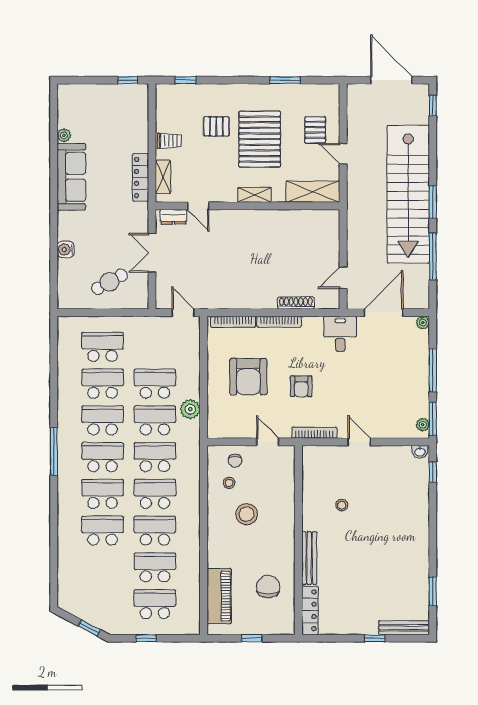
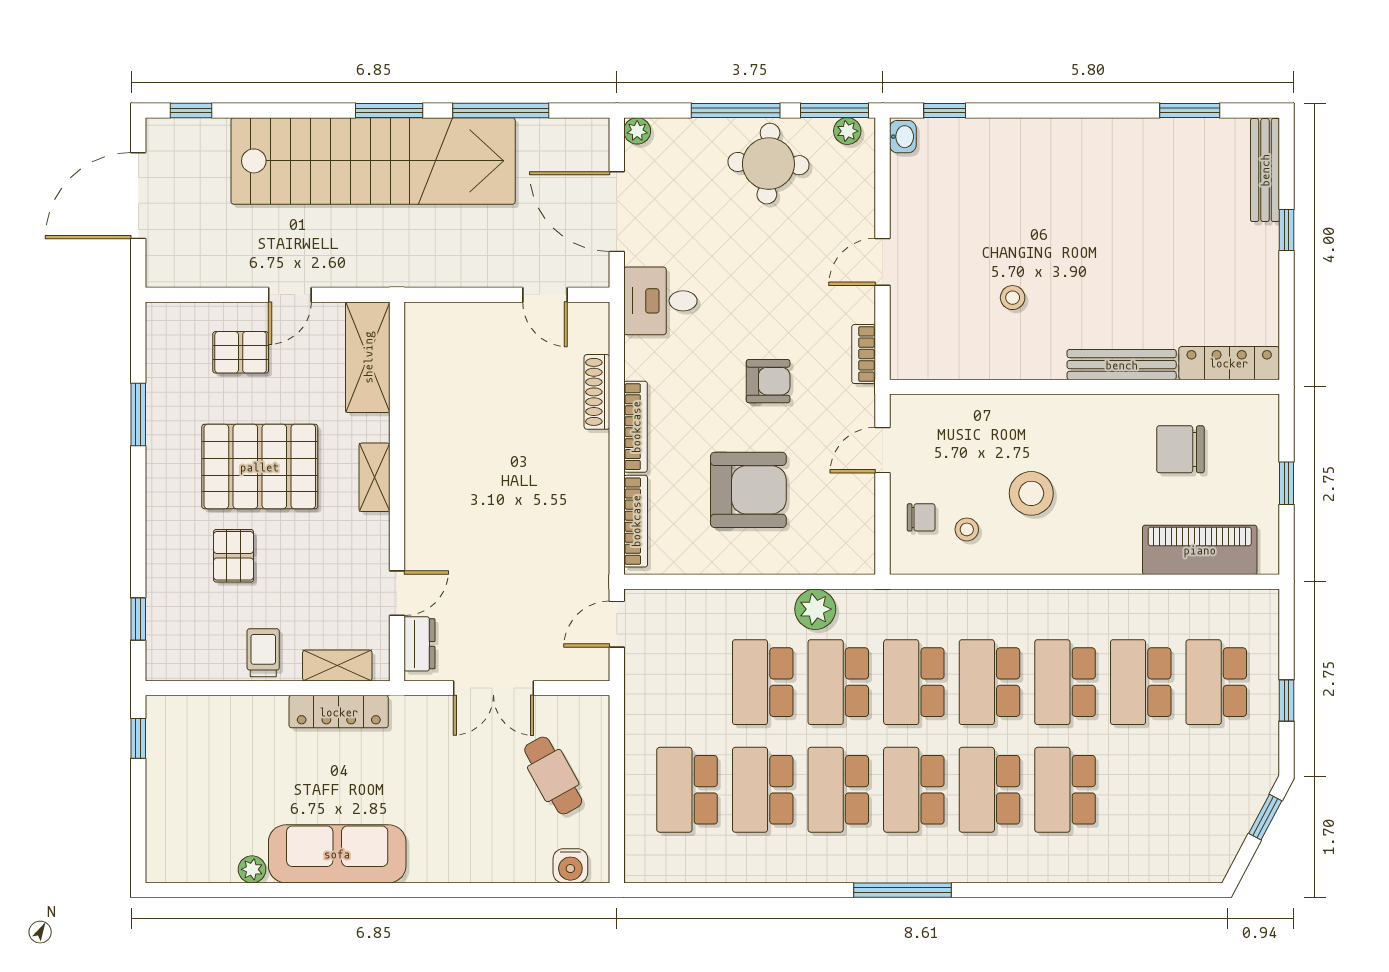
water cooler: (66, 249) -> (570, 866), moved
round table: (407, 386) -> (768, 164), added
bookcase: (314, 433) -> (864, 354), width x0.64

